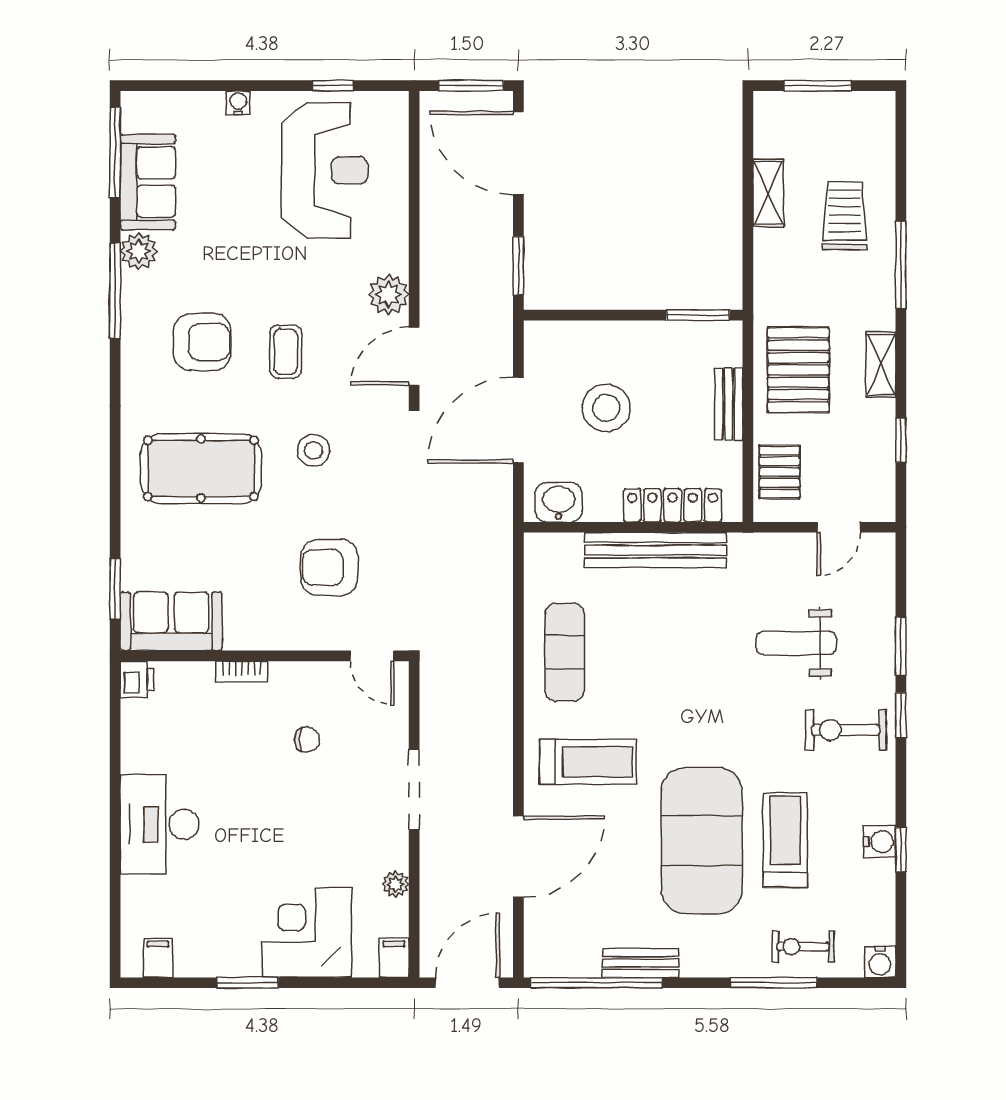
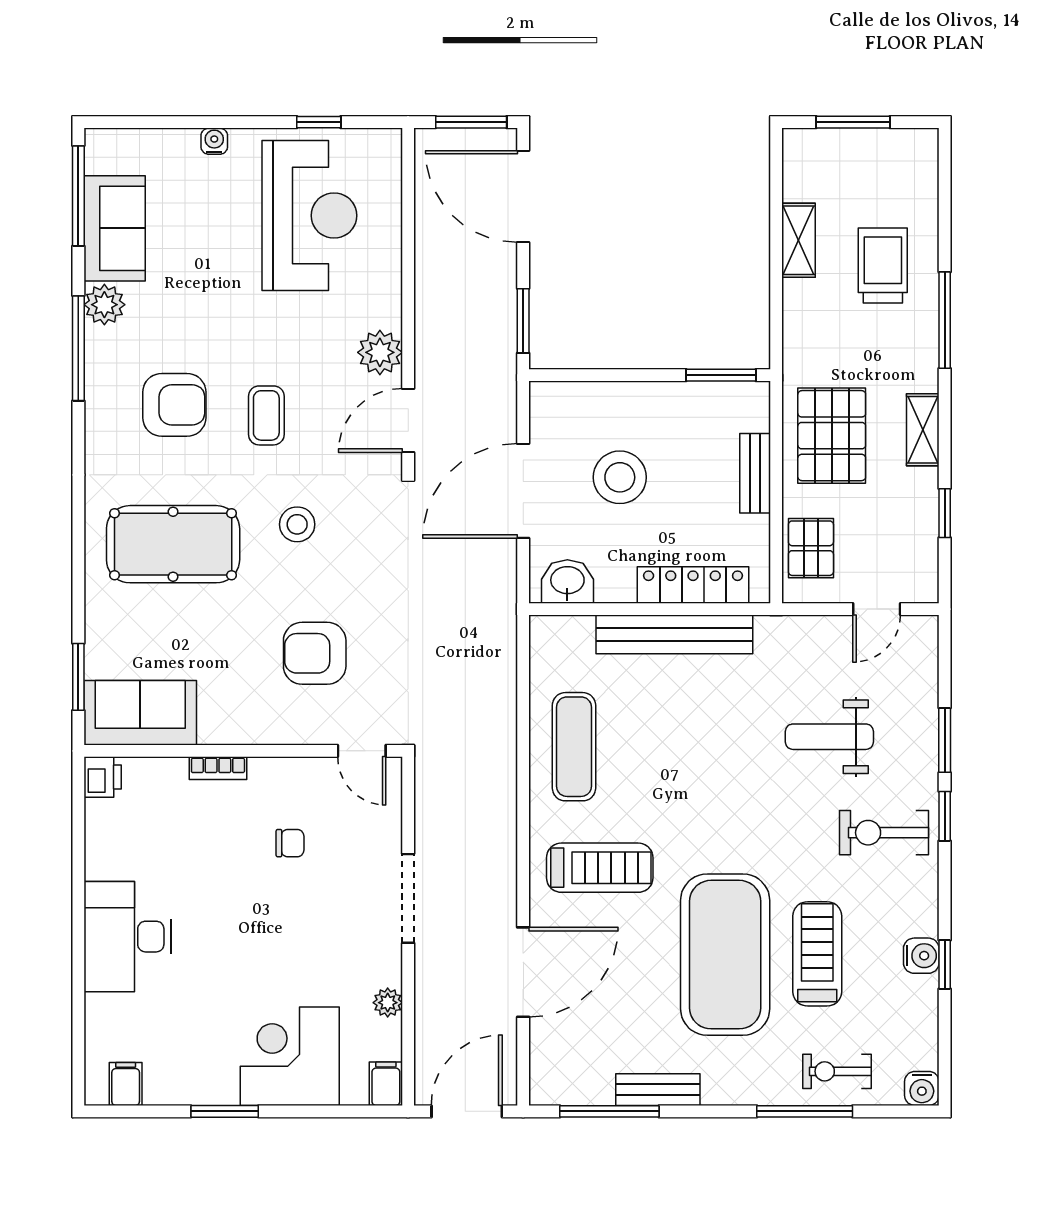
window: (597, 983) -> (609, 1111), width x0.68

